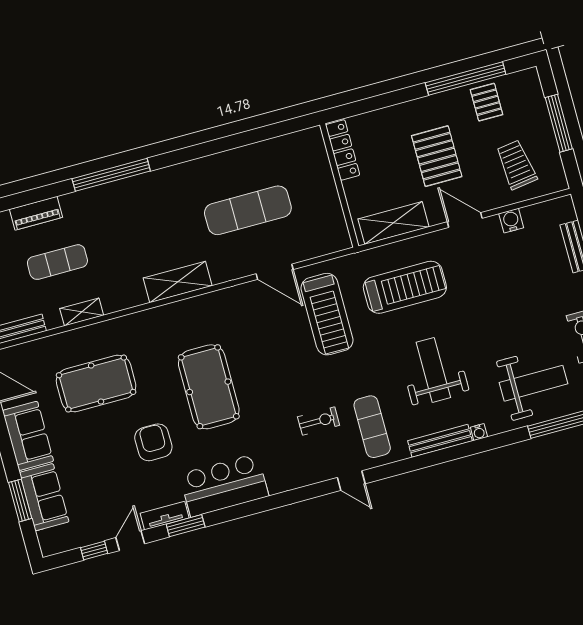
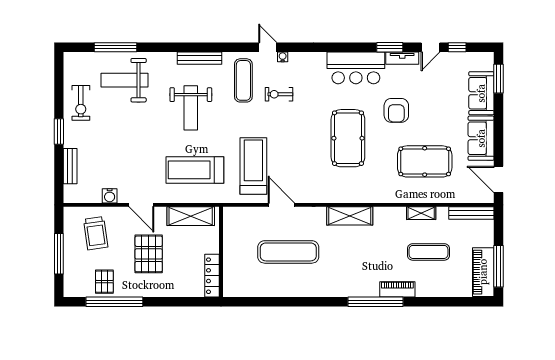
piano: (36, 213) -> (397, 289), moved
water cooler: (479, 432) -> (283, 57), moved
window: (20, 500) -> (498, 79), moved

